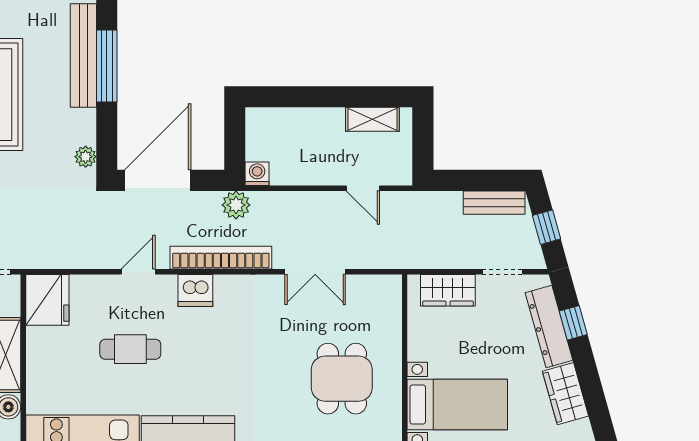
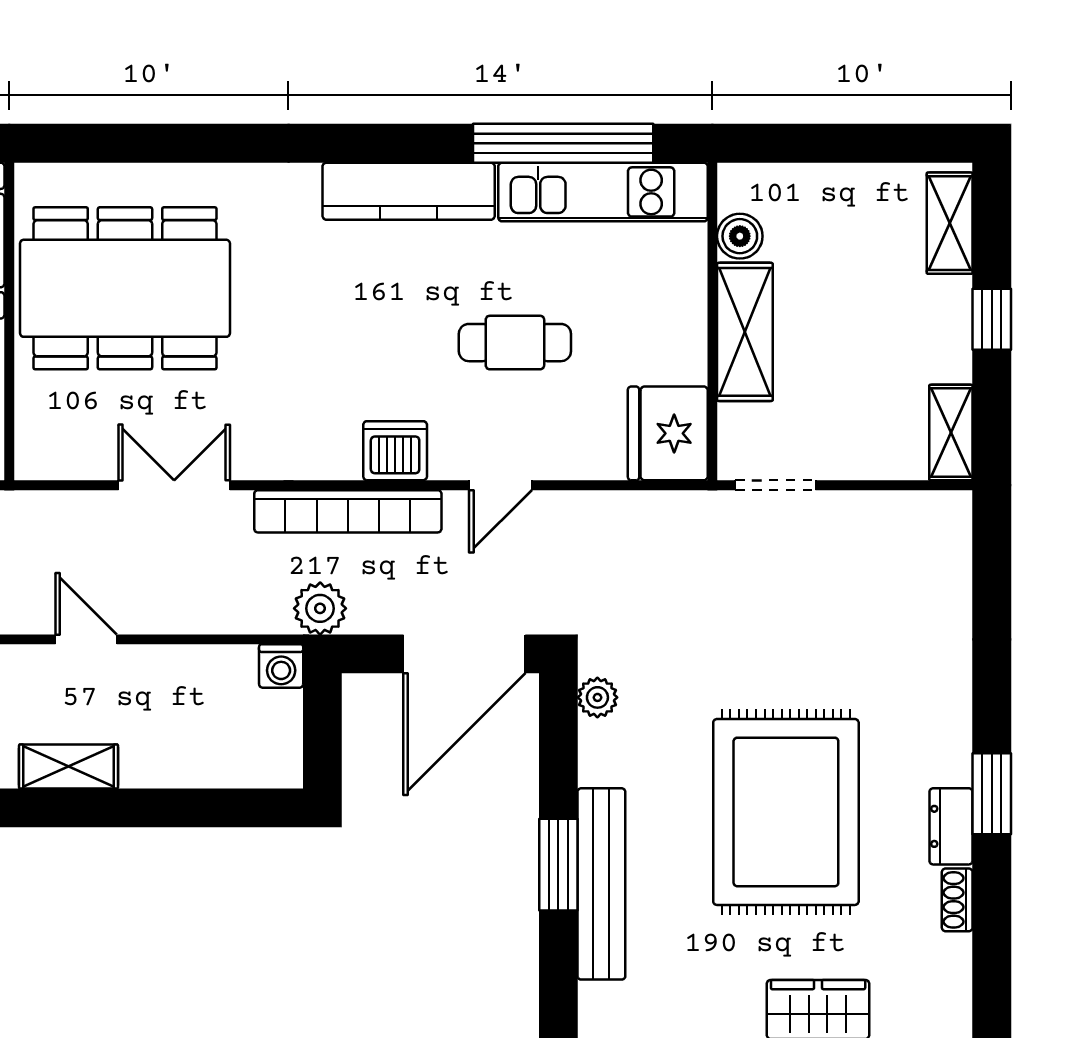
window: (107, 66) -> (558, 865), width x0.69
dining table: (342, 379) -> (125, 288), width x1.88, depth x1.24

